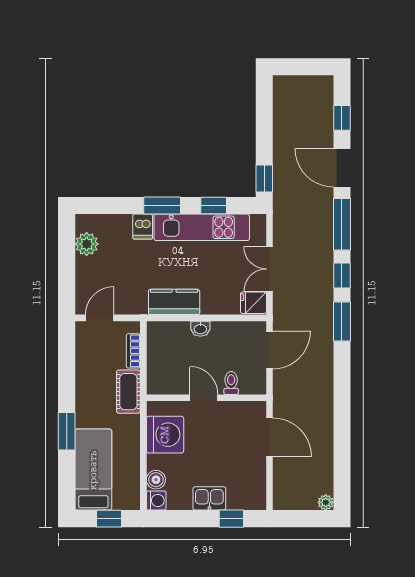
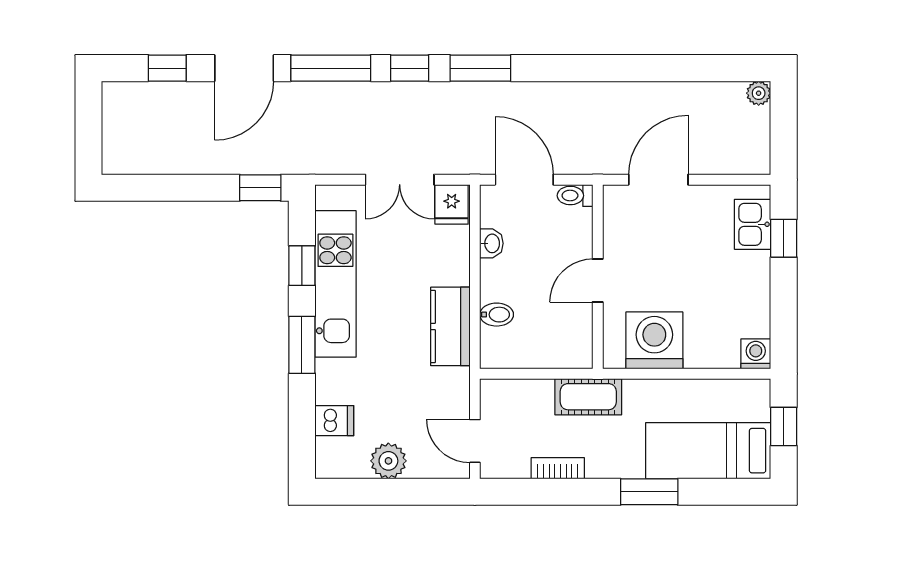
dishwasher: (143, 226) -> (334, 421), moved
plant: (87, 244) -> (388, 461), moved
washbasin: (200, 329) -> (491, 243), moved
bidet: (182, 332) -> (497, 315), added
bookcase: (133, 351) -> (558, 468), moved, turned 180
toilet: (231, 383) -> (575, 196), moved
boiler: (156, 480) -> (724, 354), removed
kitchen sink: (209, 498) -> (753, 224), moved

